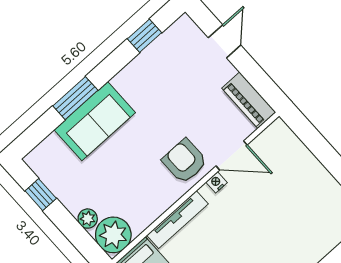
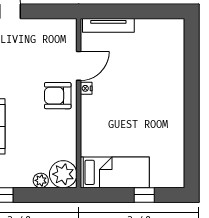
piano: (249, 100) -> (56, 28), removed
tv unit: (177, 220) -> (108, 25), moved, turned 90

